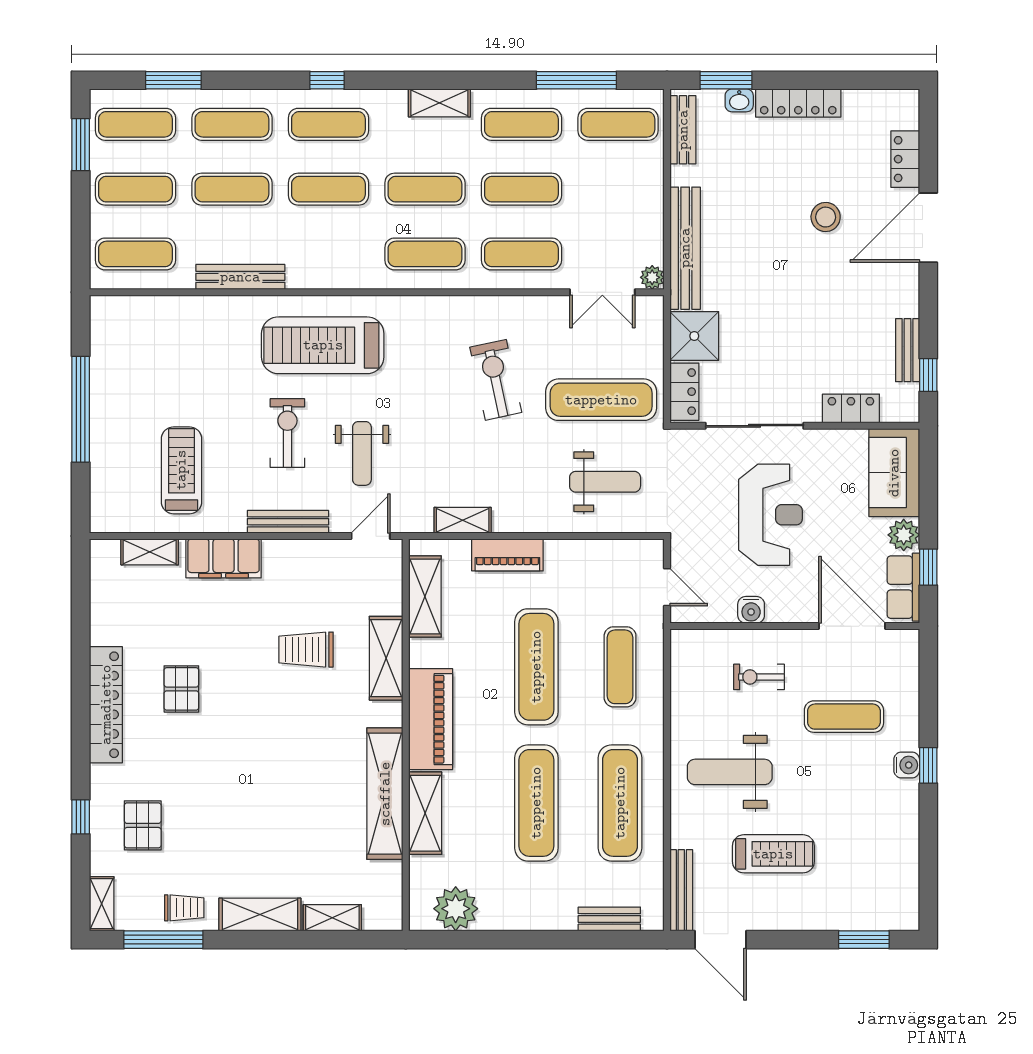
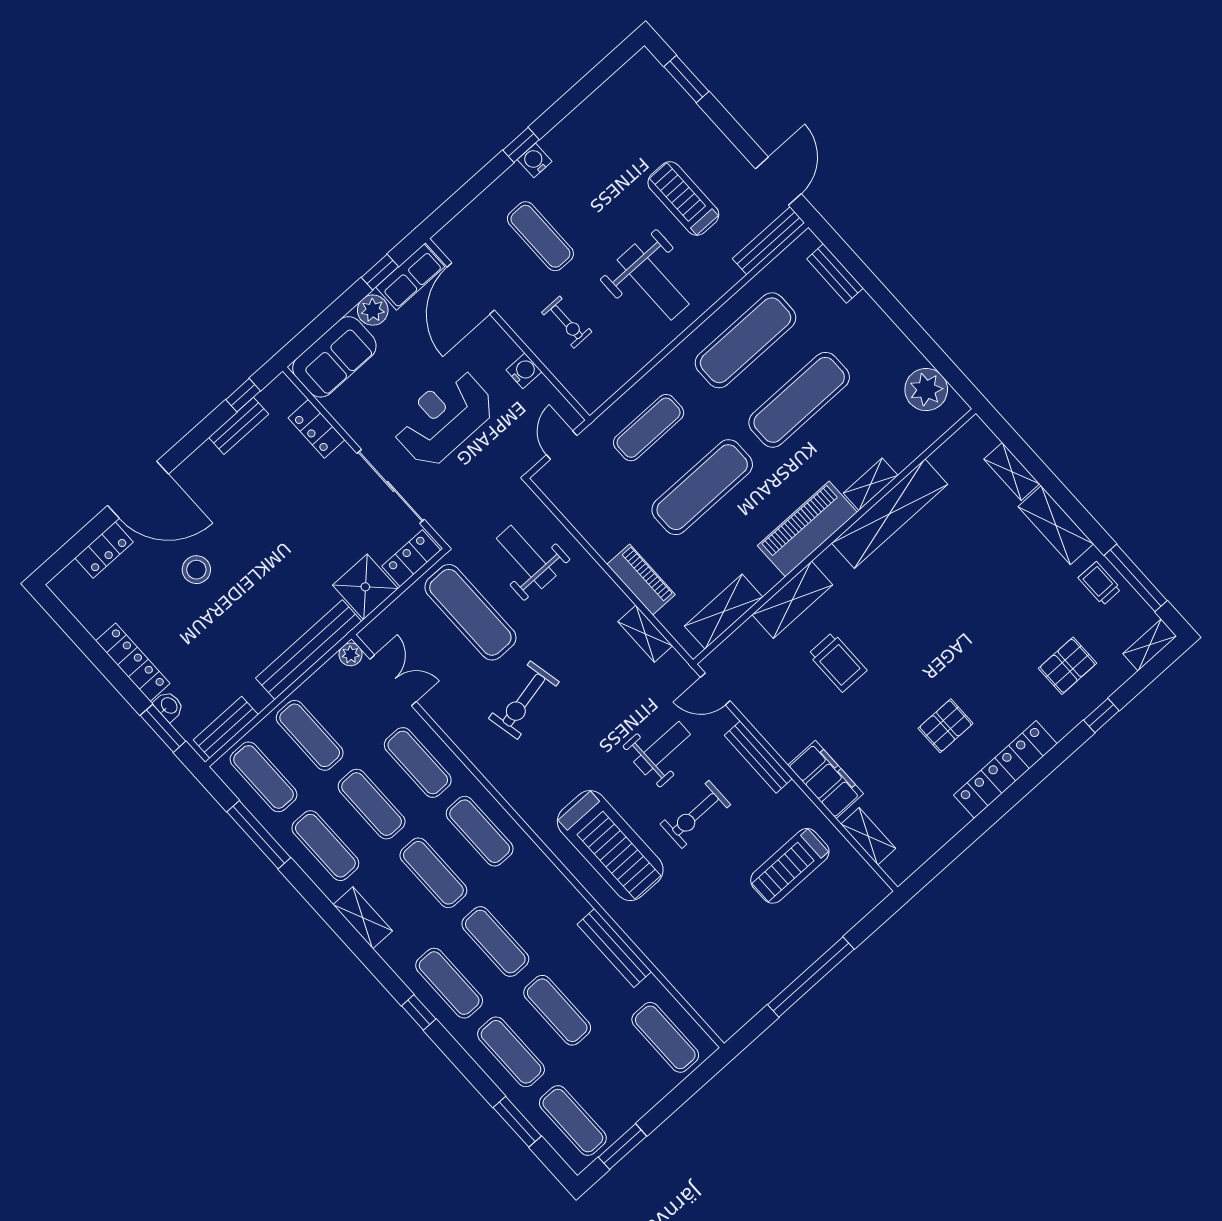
exercise mat: (135, 189) -> (310, 735), moved
shelving: (425, 813) -> (871, 484), width x0.67, depth x0.75

